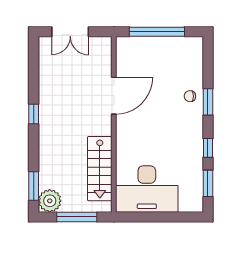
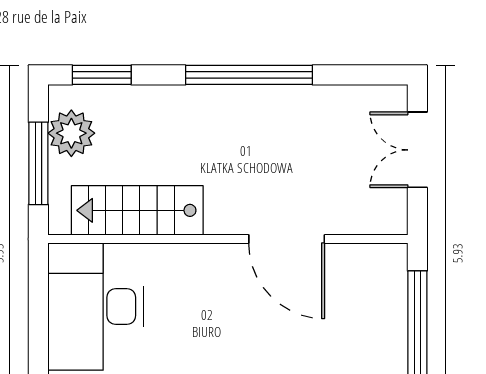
window: (34, 114) -> (249, 75), width x3.17
plant: (50, 201) -> (71, 133), moved

